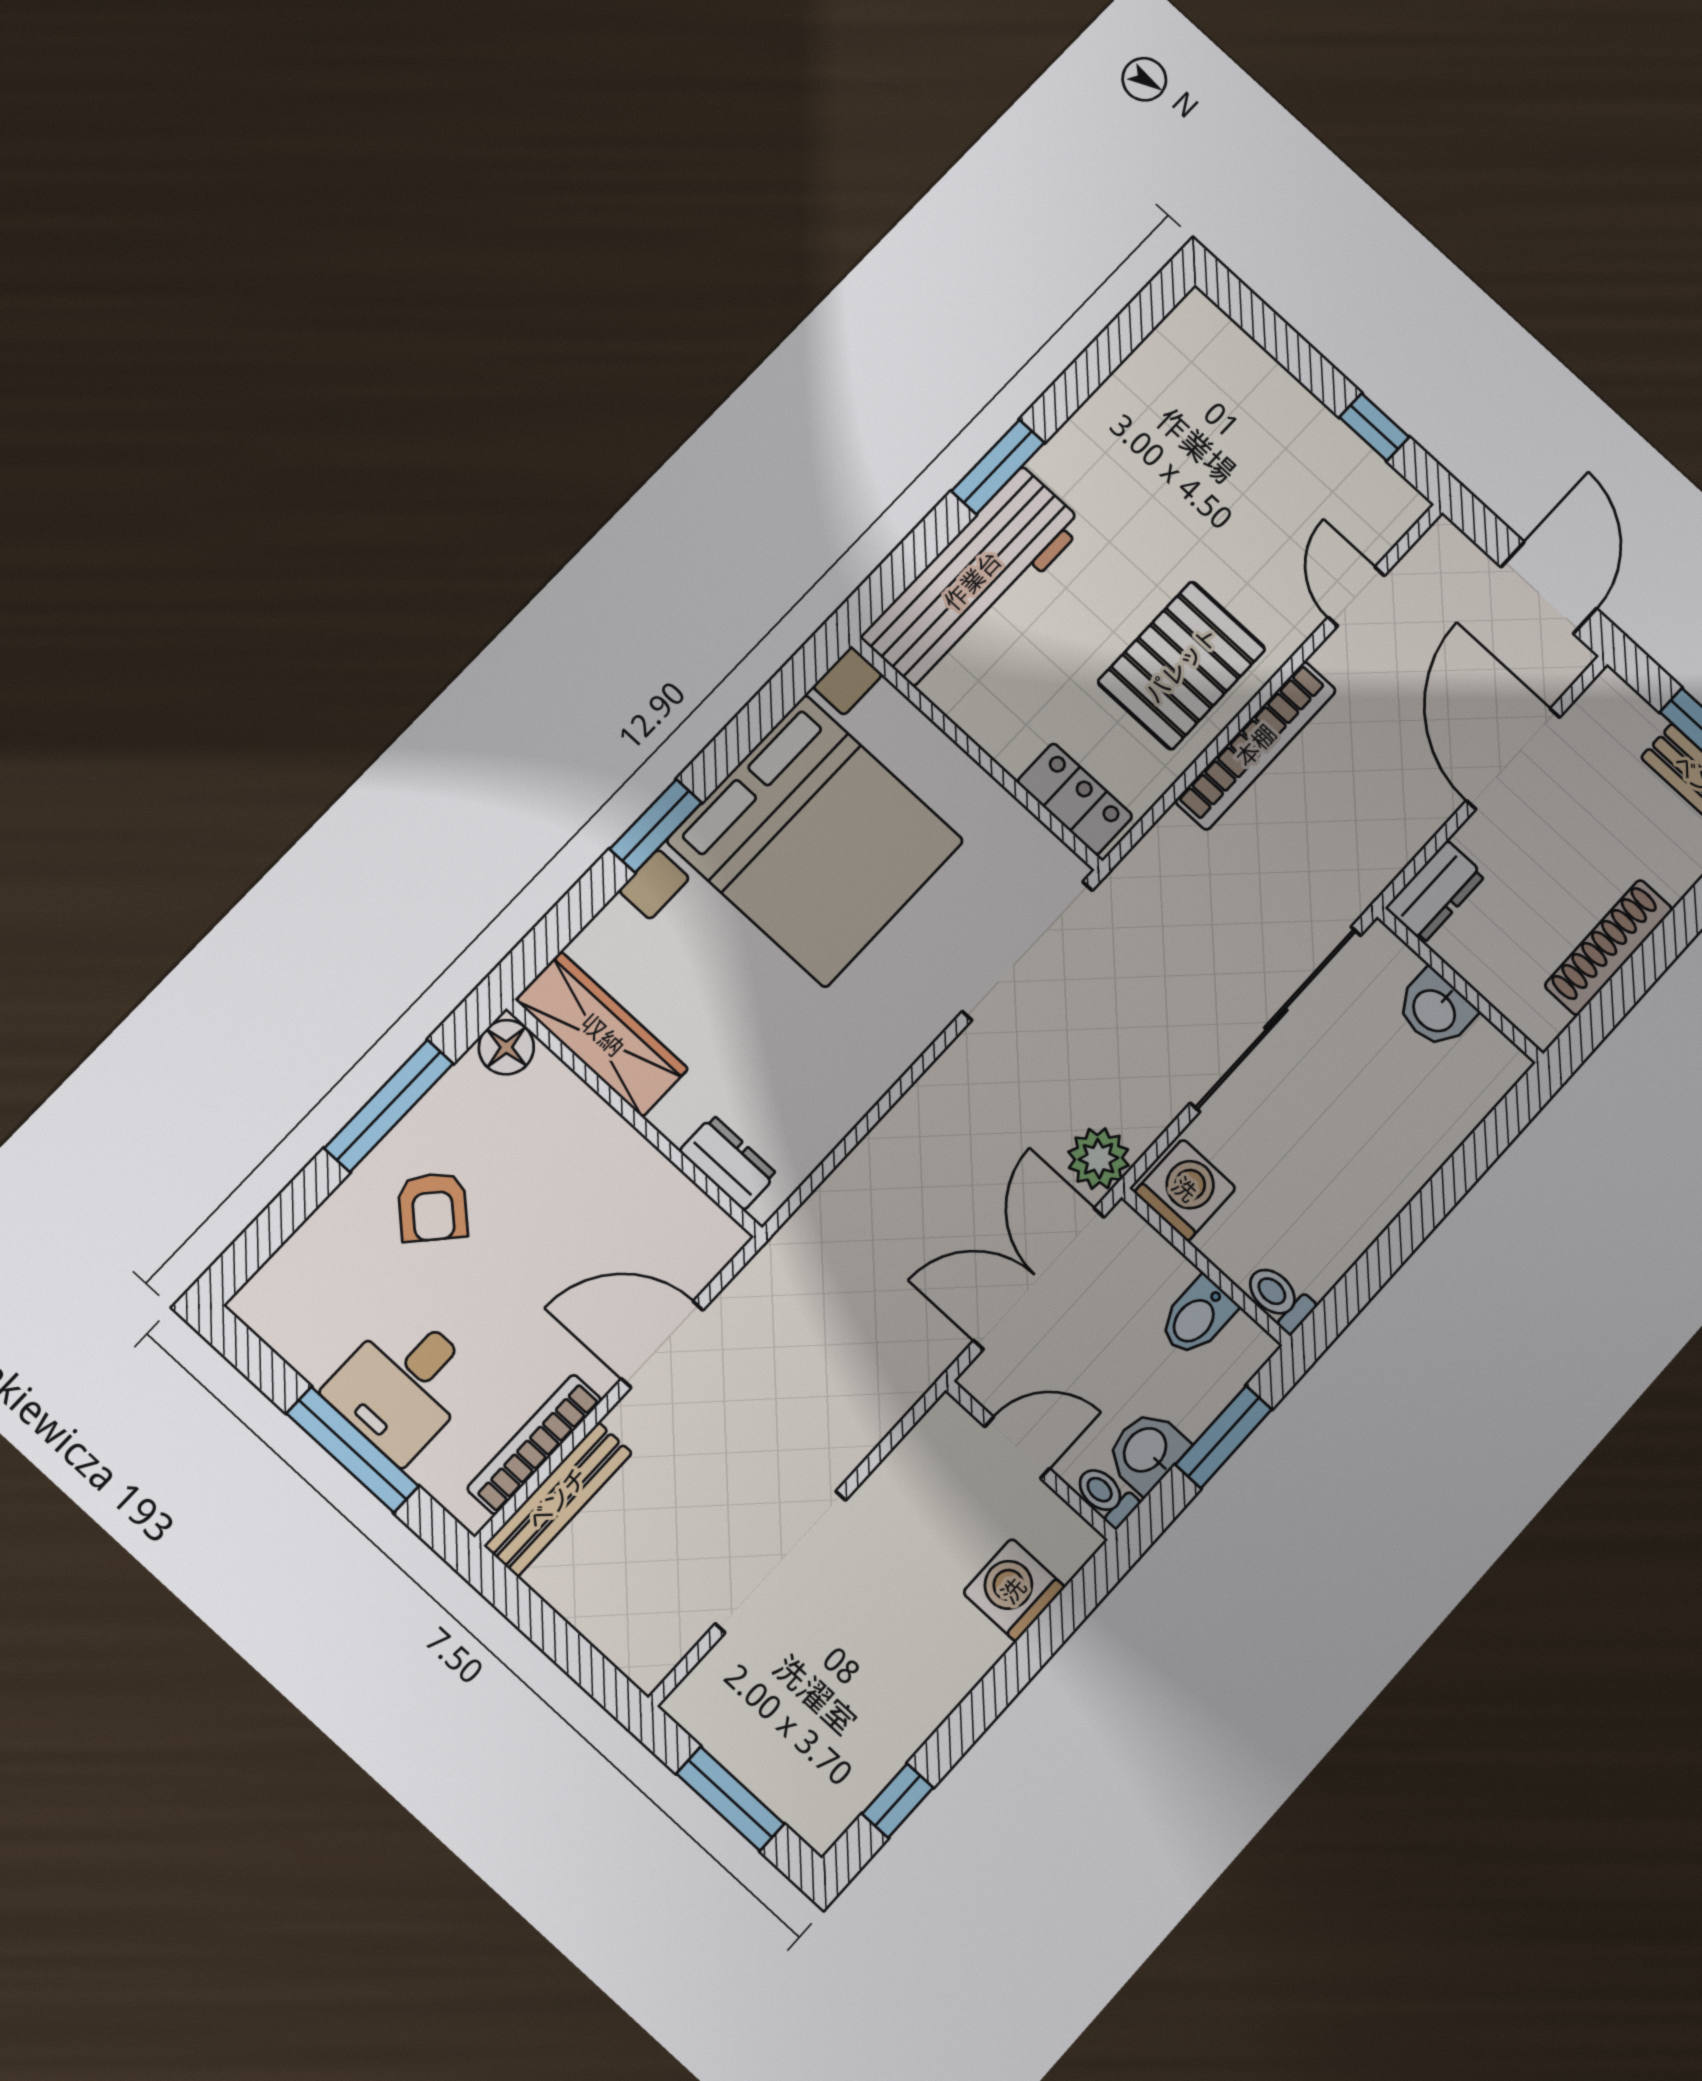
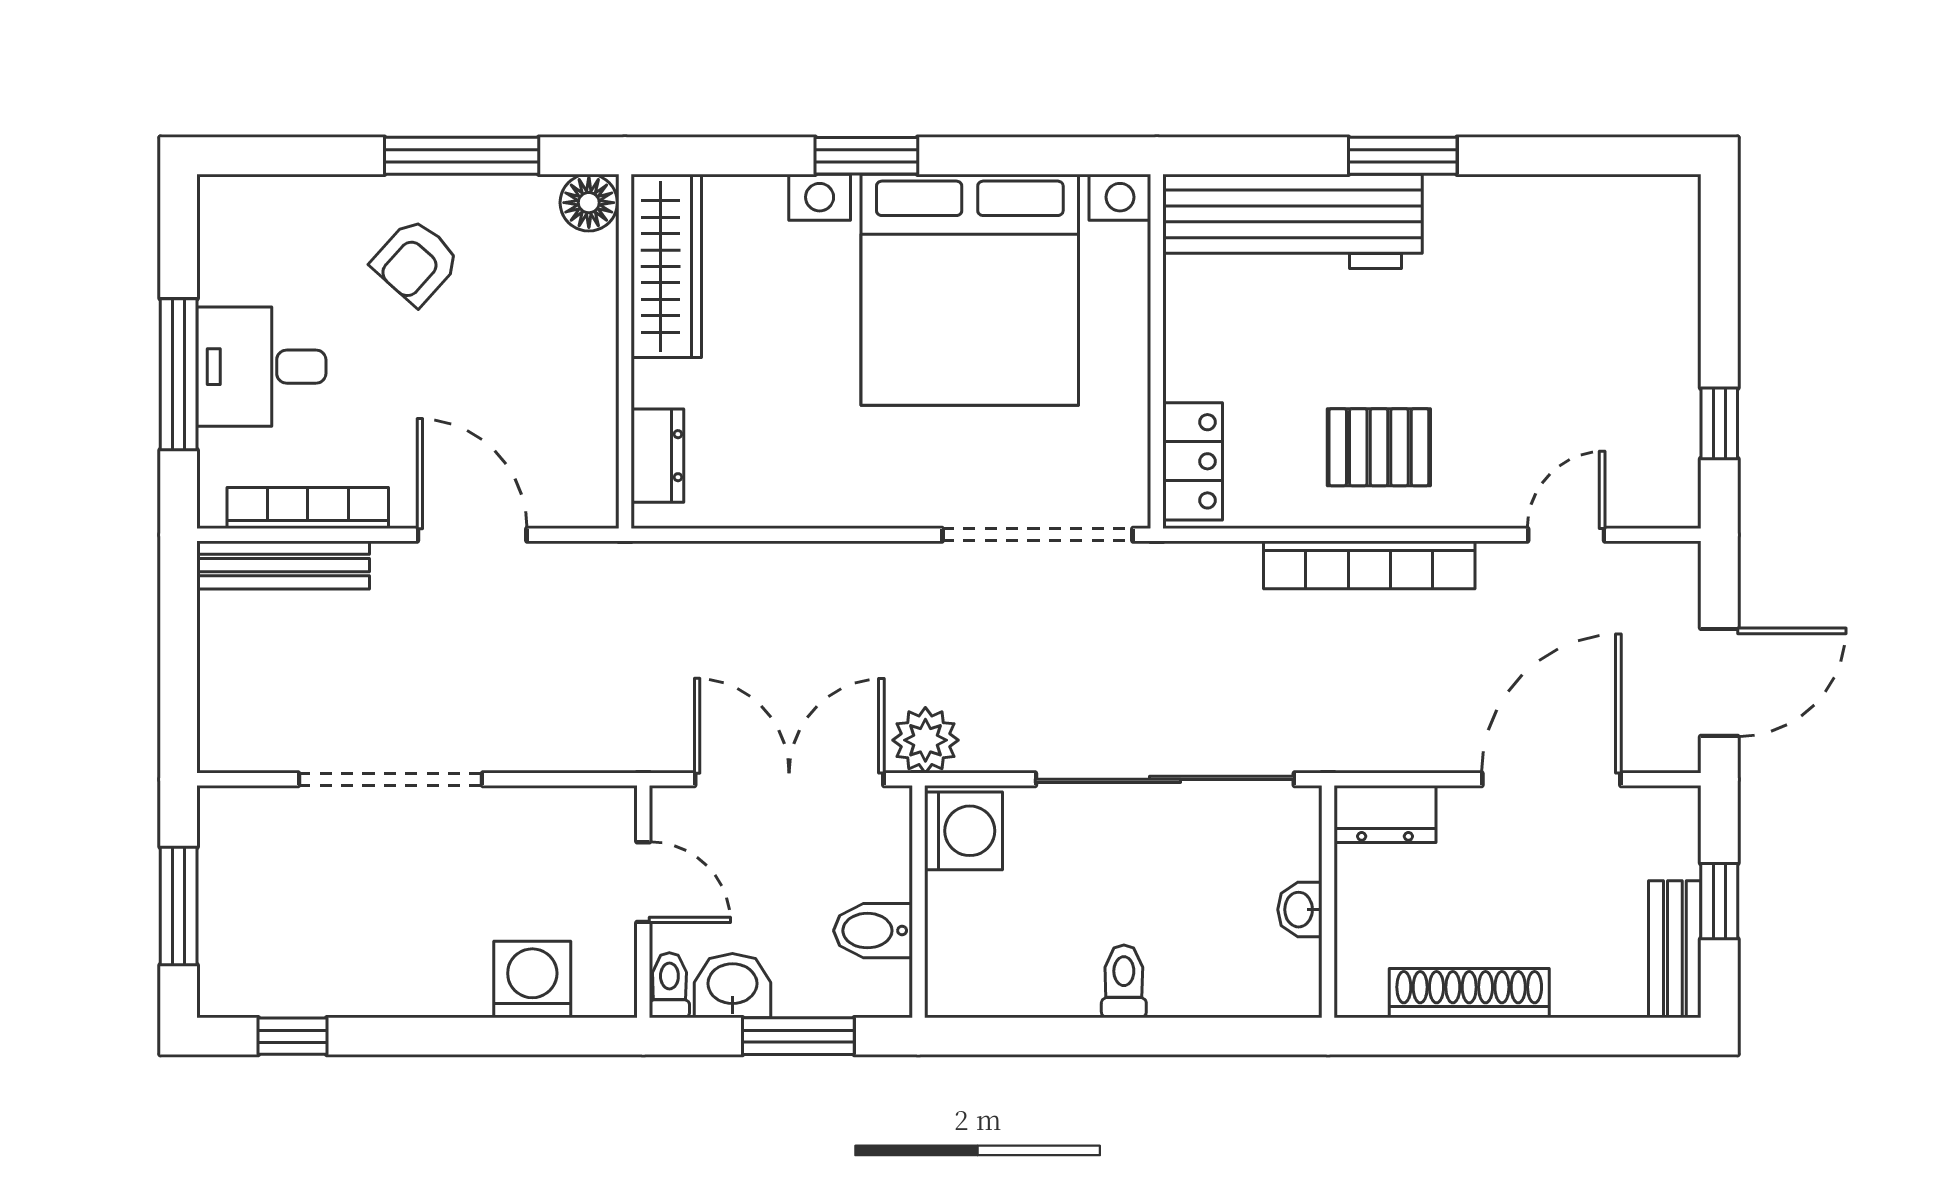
pallet: (1182, 665) -> (1379, 447), width x0.67, depth x0.71
washbasin: (1435, 1009) -> (1300, 910), width x0.72, depth x0.69
toilet: (1279, 1298) -> (1124, 981), moved

